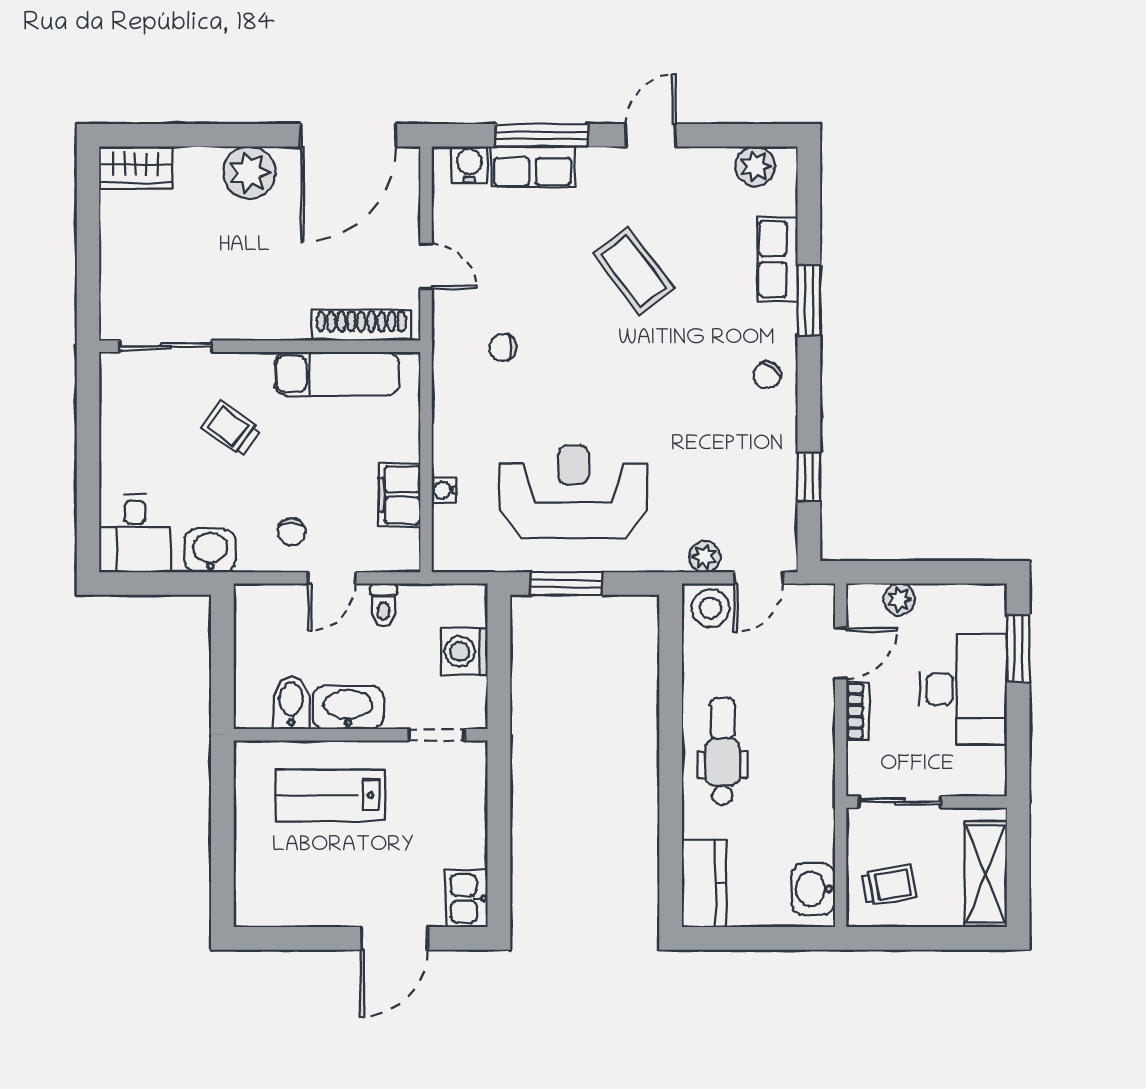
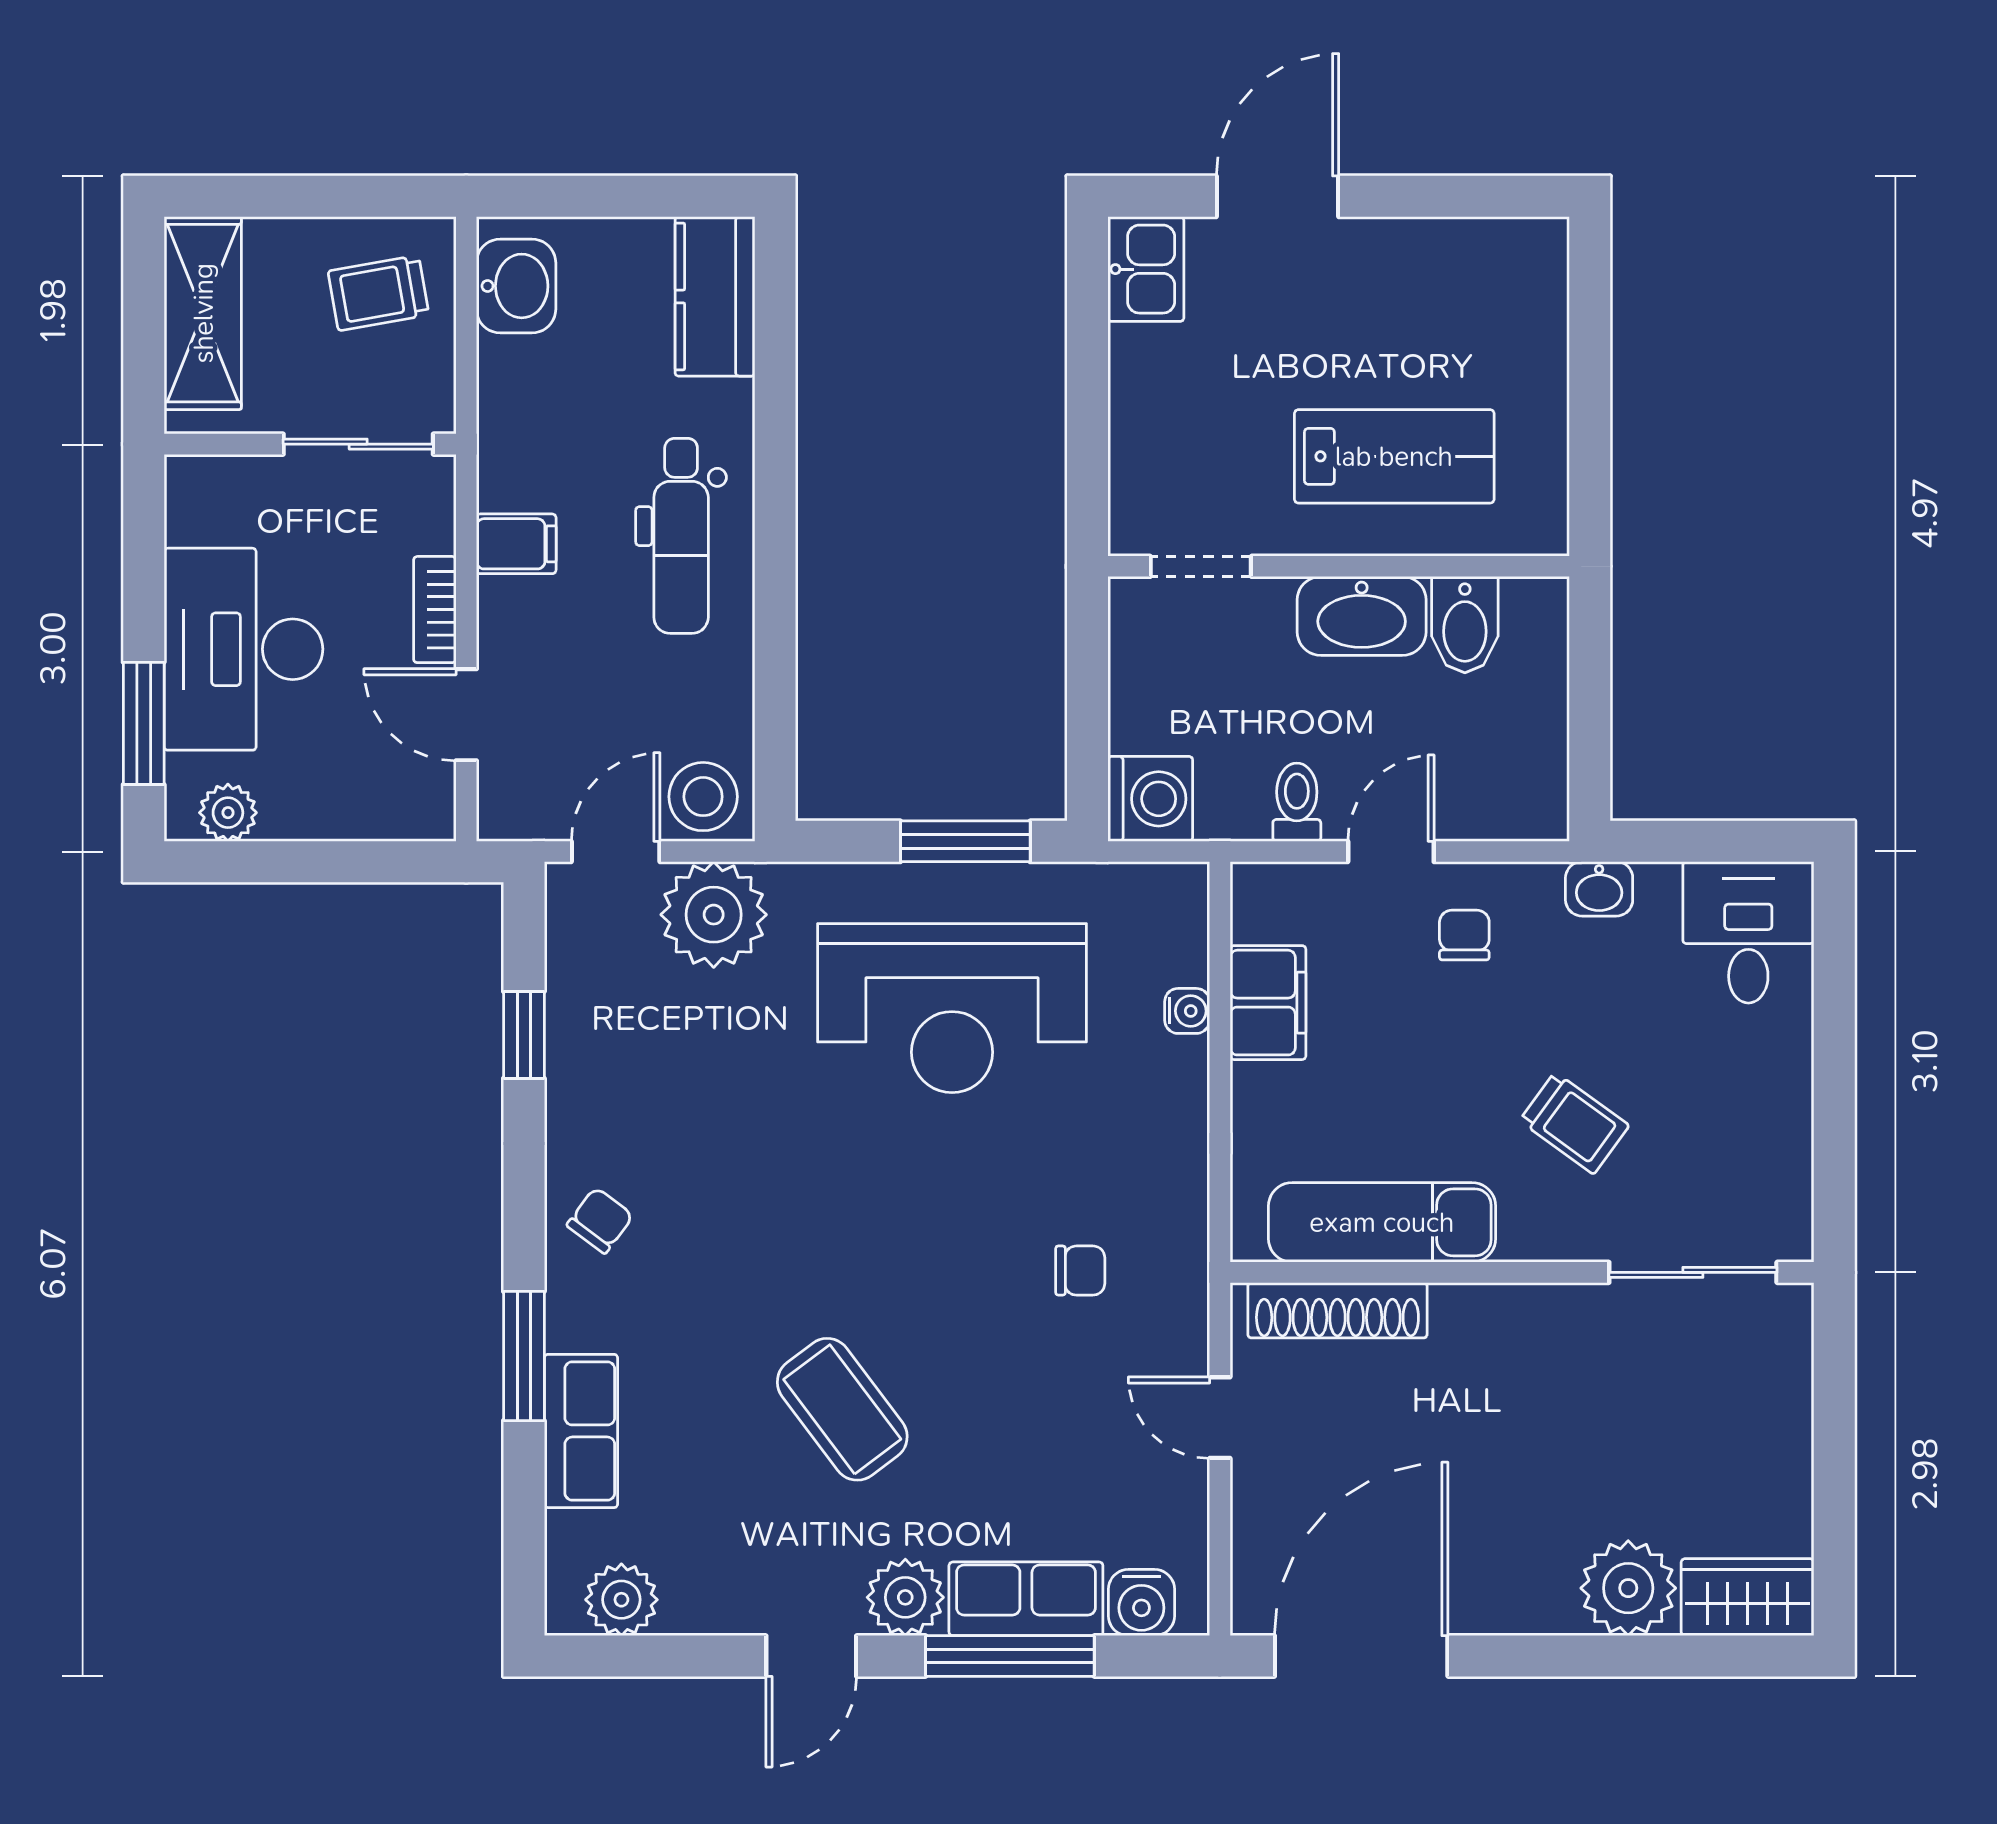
plant: (599, 167) -> (905, 1597), added
plant: (249, 173) -> (1628, 1588), moved
washbasin: (210, 551) -> (1599, 889), width x0.72, depth x0.69
plant: (705, 557) -> (714, 915), width x1.88, depth x1.88
plant: (899, 599) -> (228, 813), moved
washing machine: (464, 651) -> (1150, 799), moved
door: (841, 653) -> (466, 715), hinge flipped
filing cabinet: (813, 747) -> (516, 544), added

